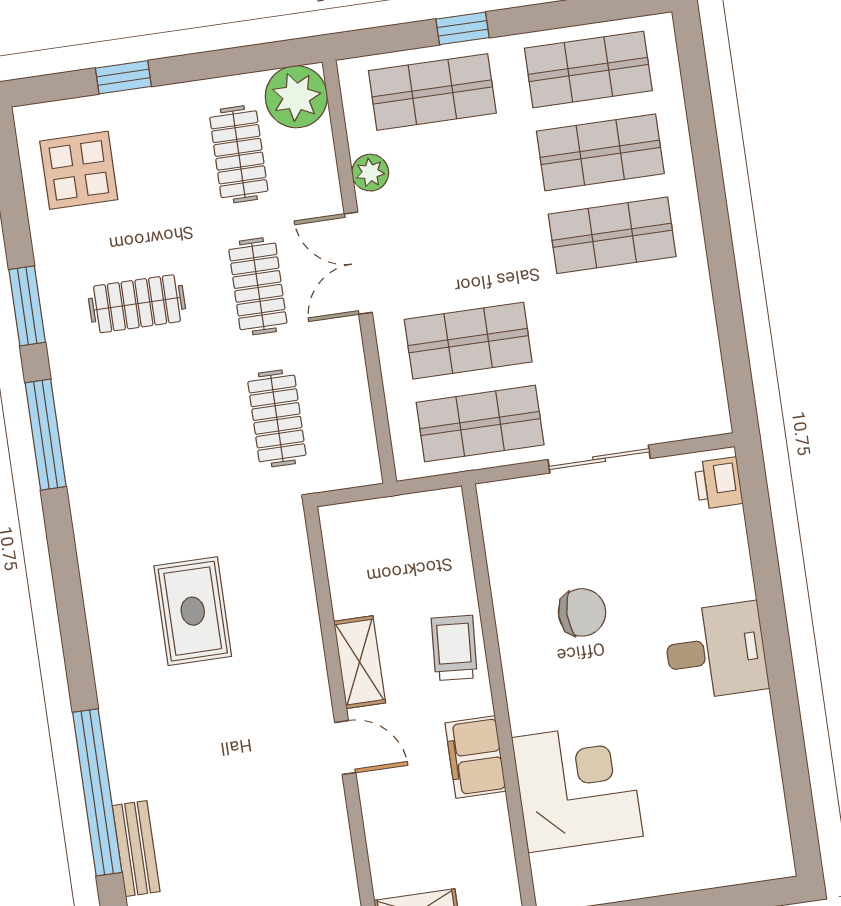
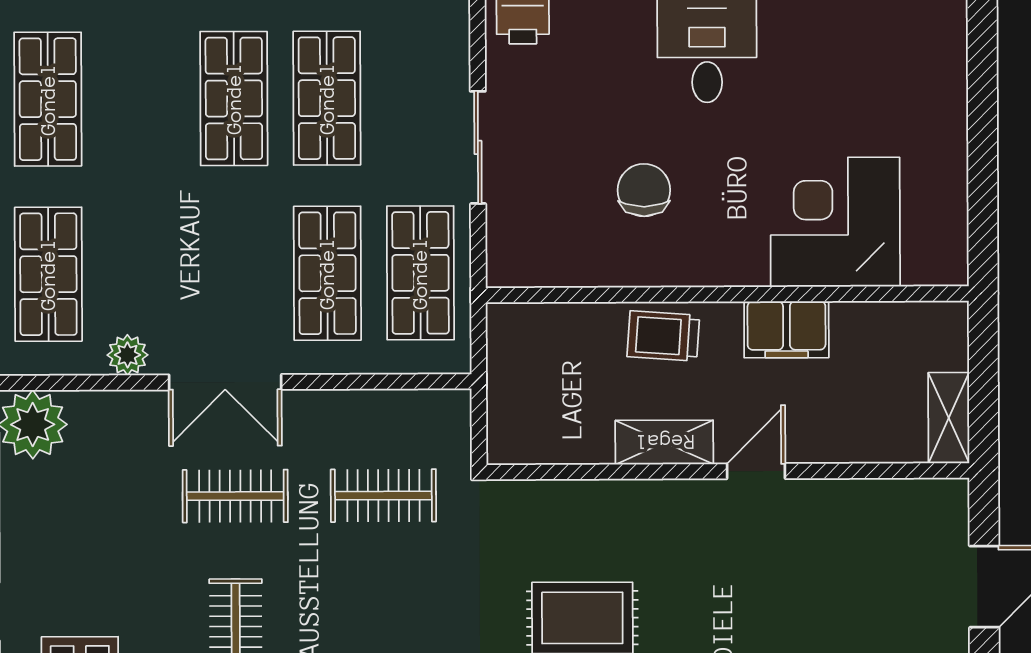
shop shelf: (600, 152) -> (327, 98), moved
clothes rail: (239, 154) -> (87, 497), removed

